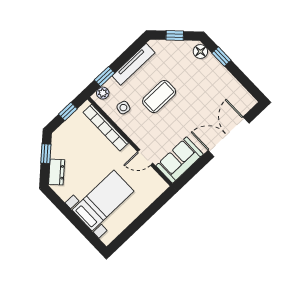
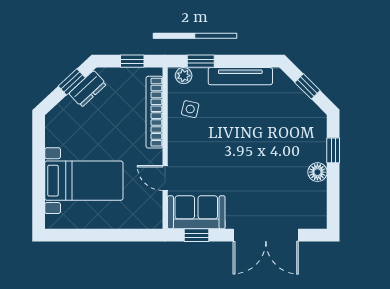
floor lamp: (200, 51) -> (317, 172), moved
coffee table: (159, 97) -> (235, 131), removed
double door: (229, 137) -> (266, 235), swing flipped
dresser: (57, 172) -> (88, 89), moved
window: (191, 172) -> (196, 235), added

